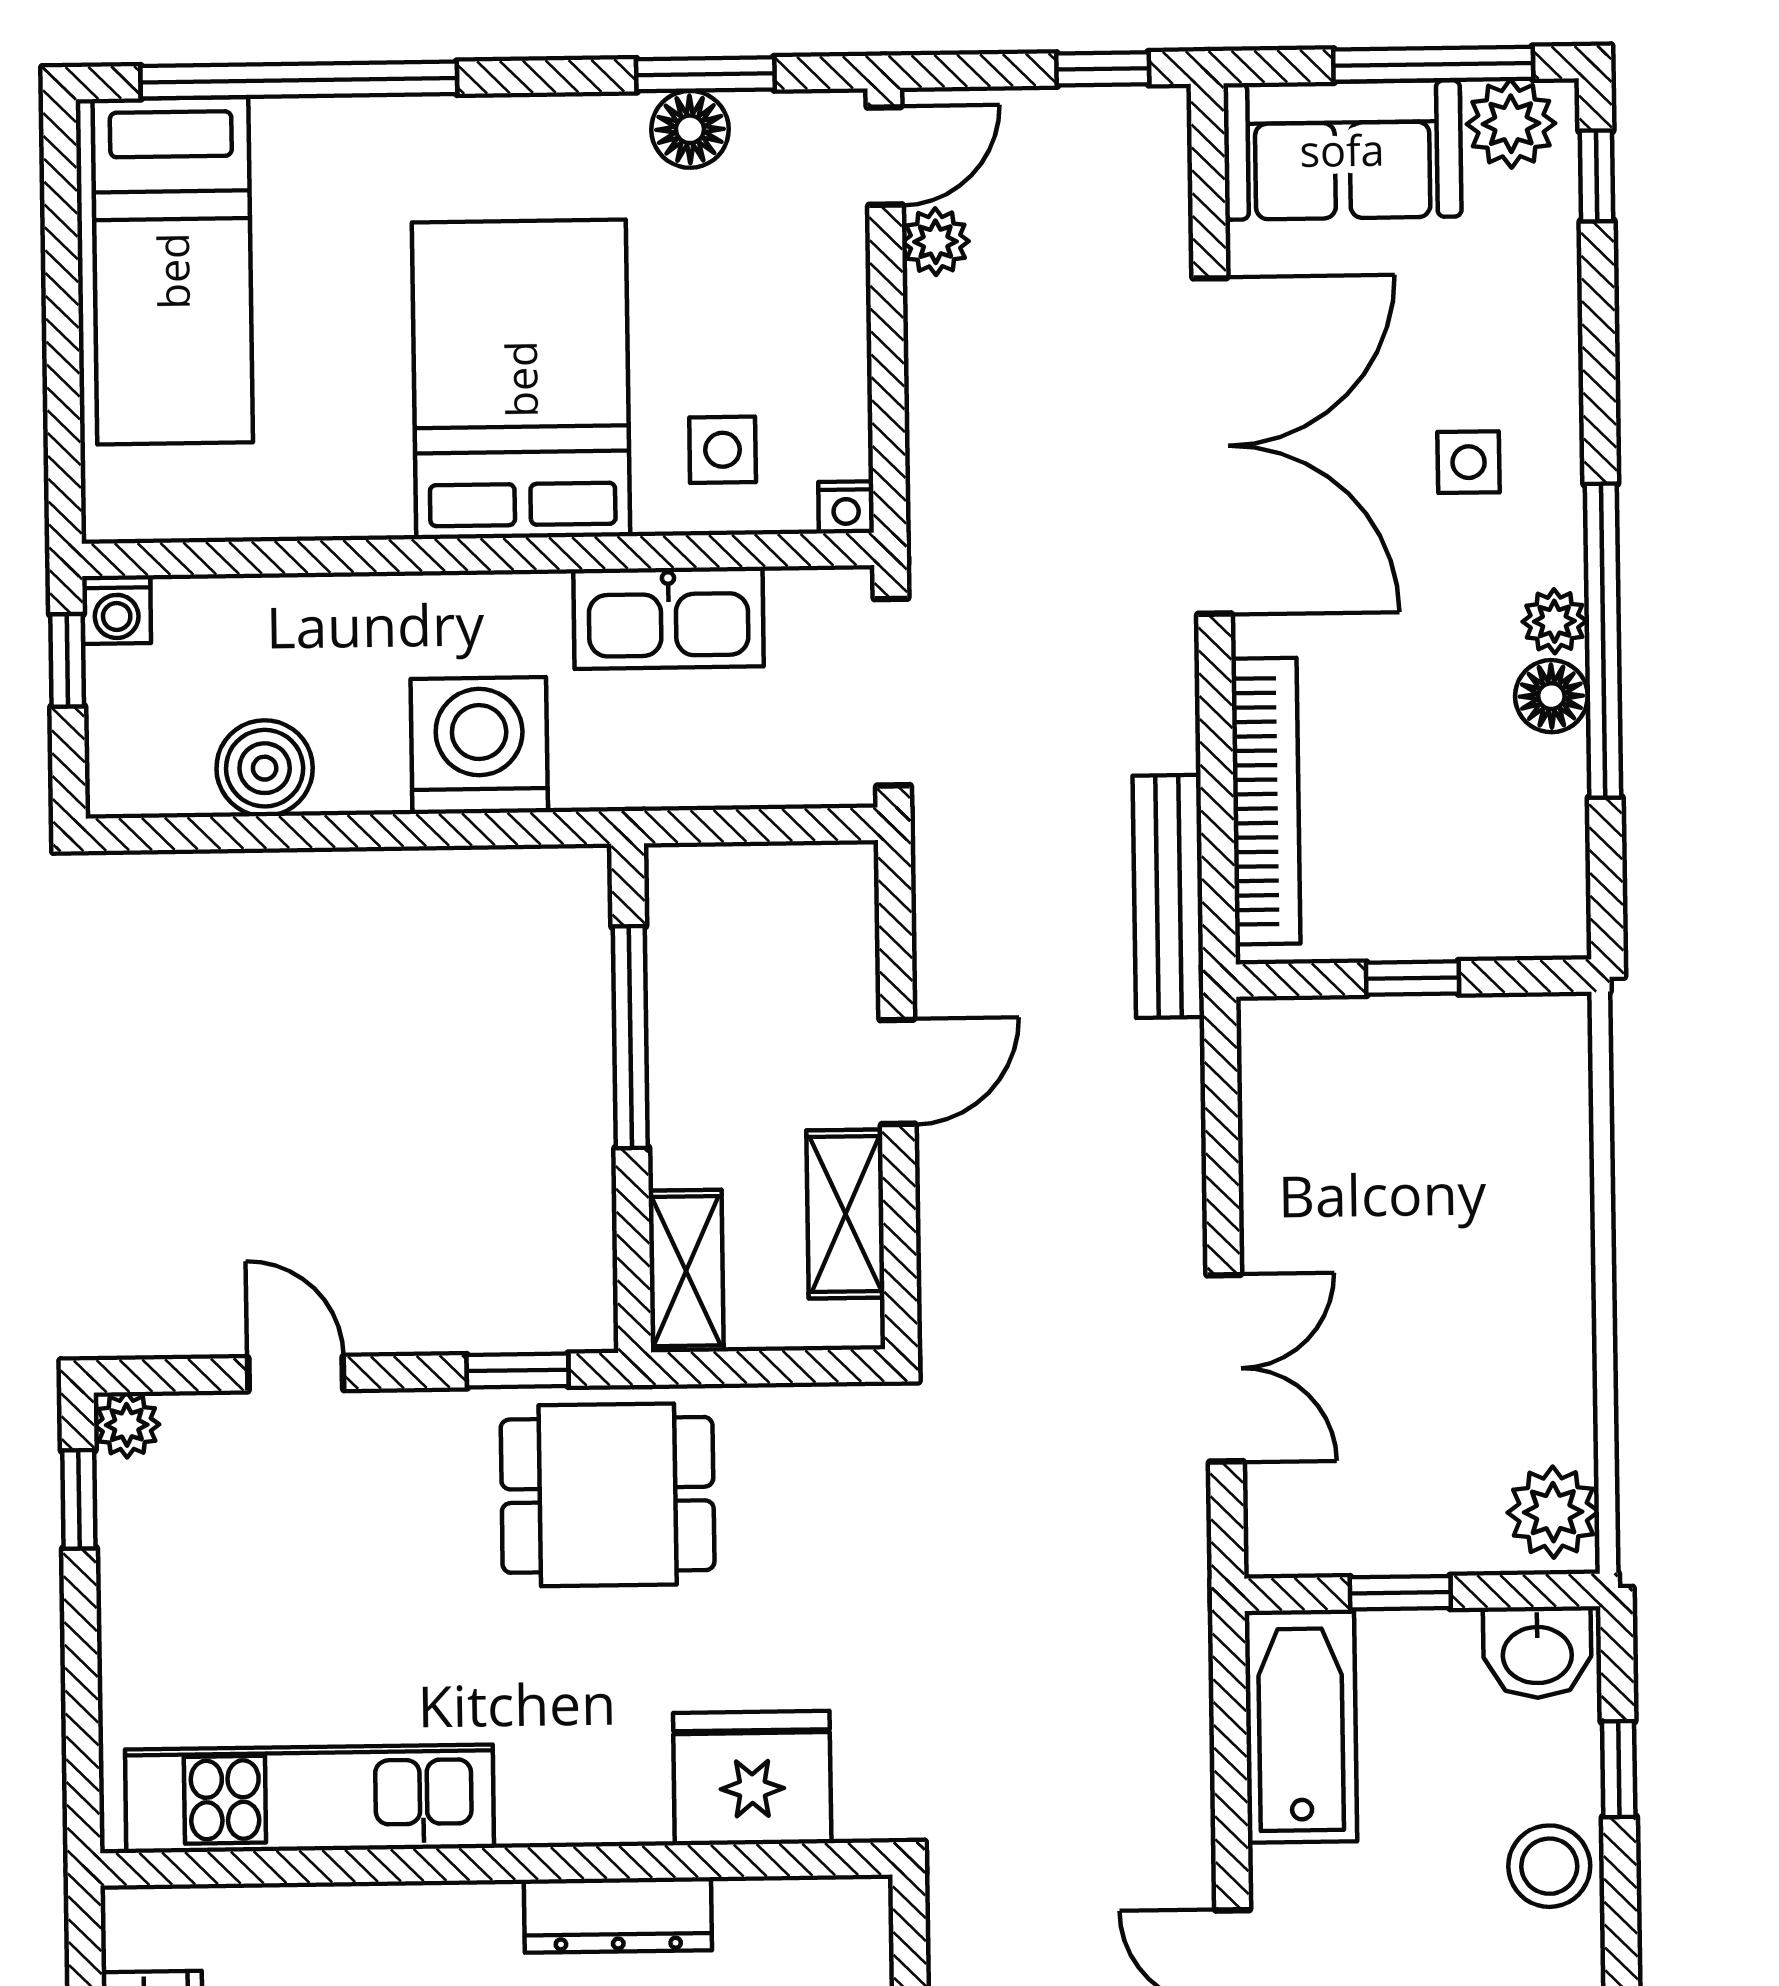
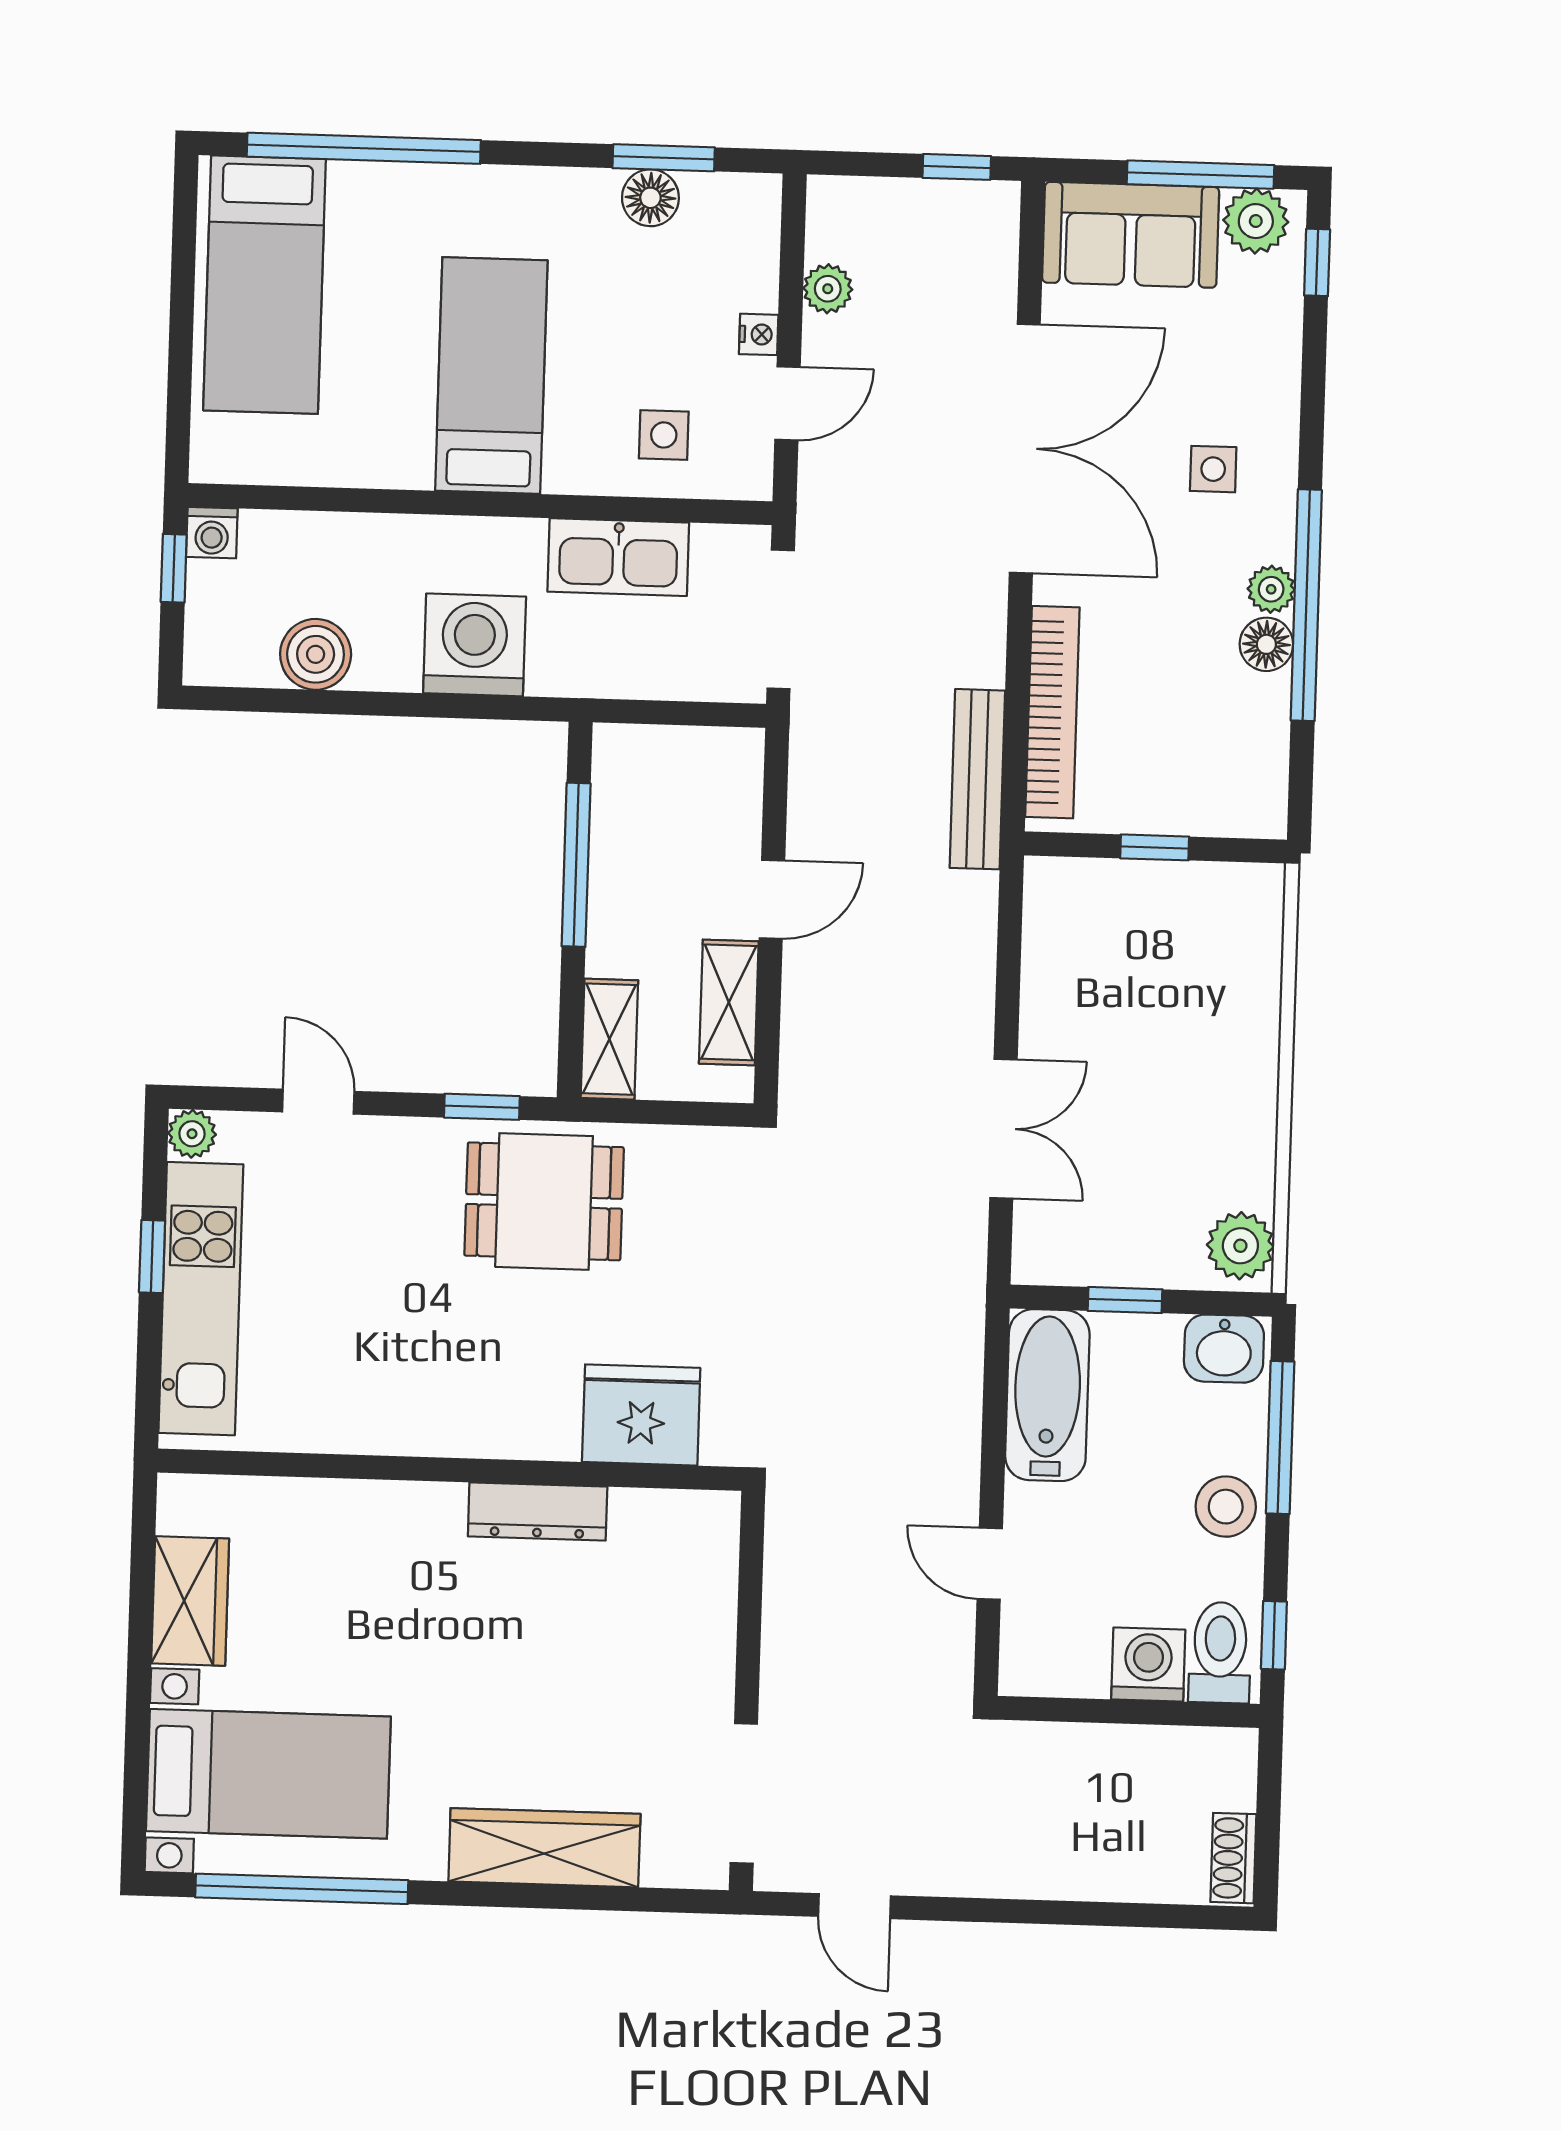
door: (885, 156) -> (788, 403), moved
bed: (521, 379) -> (491, 376), width x0.67
nightstand: (846, 507) -> (759, 334), moved, turned -90
window: (79, 1499) -> (152, 1256), moved
window: (1619, 1769) -> (1280, 1437), width x2.17
kitchen unit: (309, 1799) -> (201, 1299), moved, turned 90

